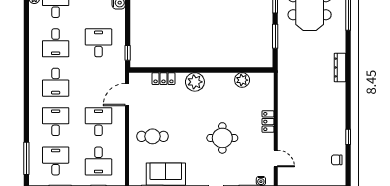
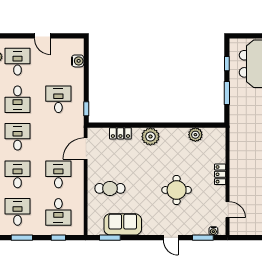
desk: (56, 82) -> (17, 137), turned 180

